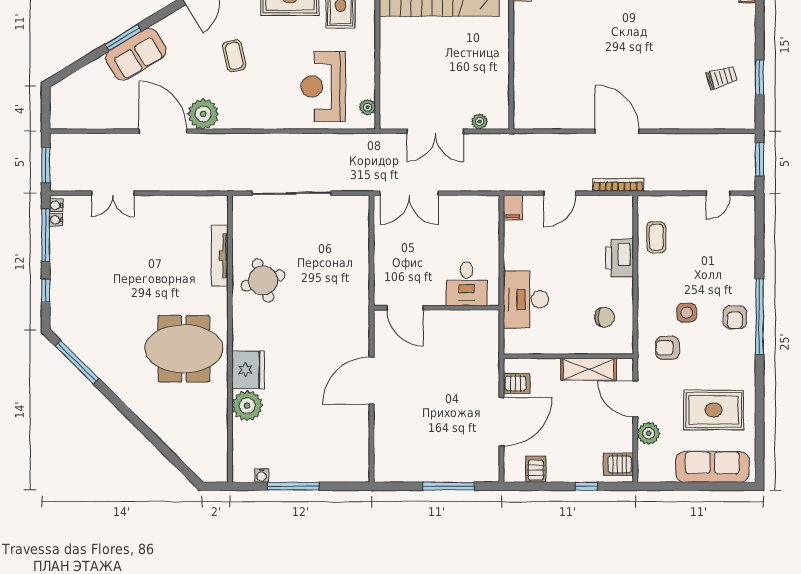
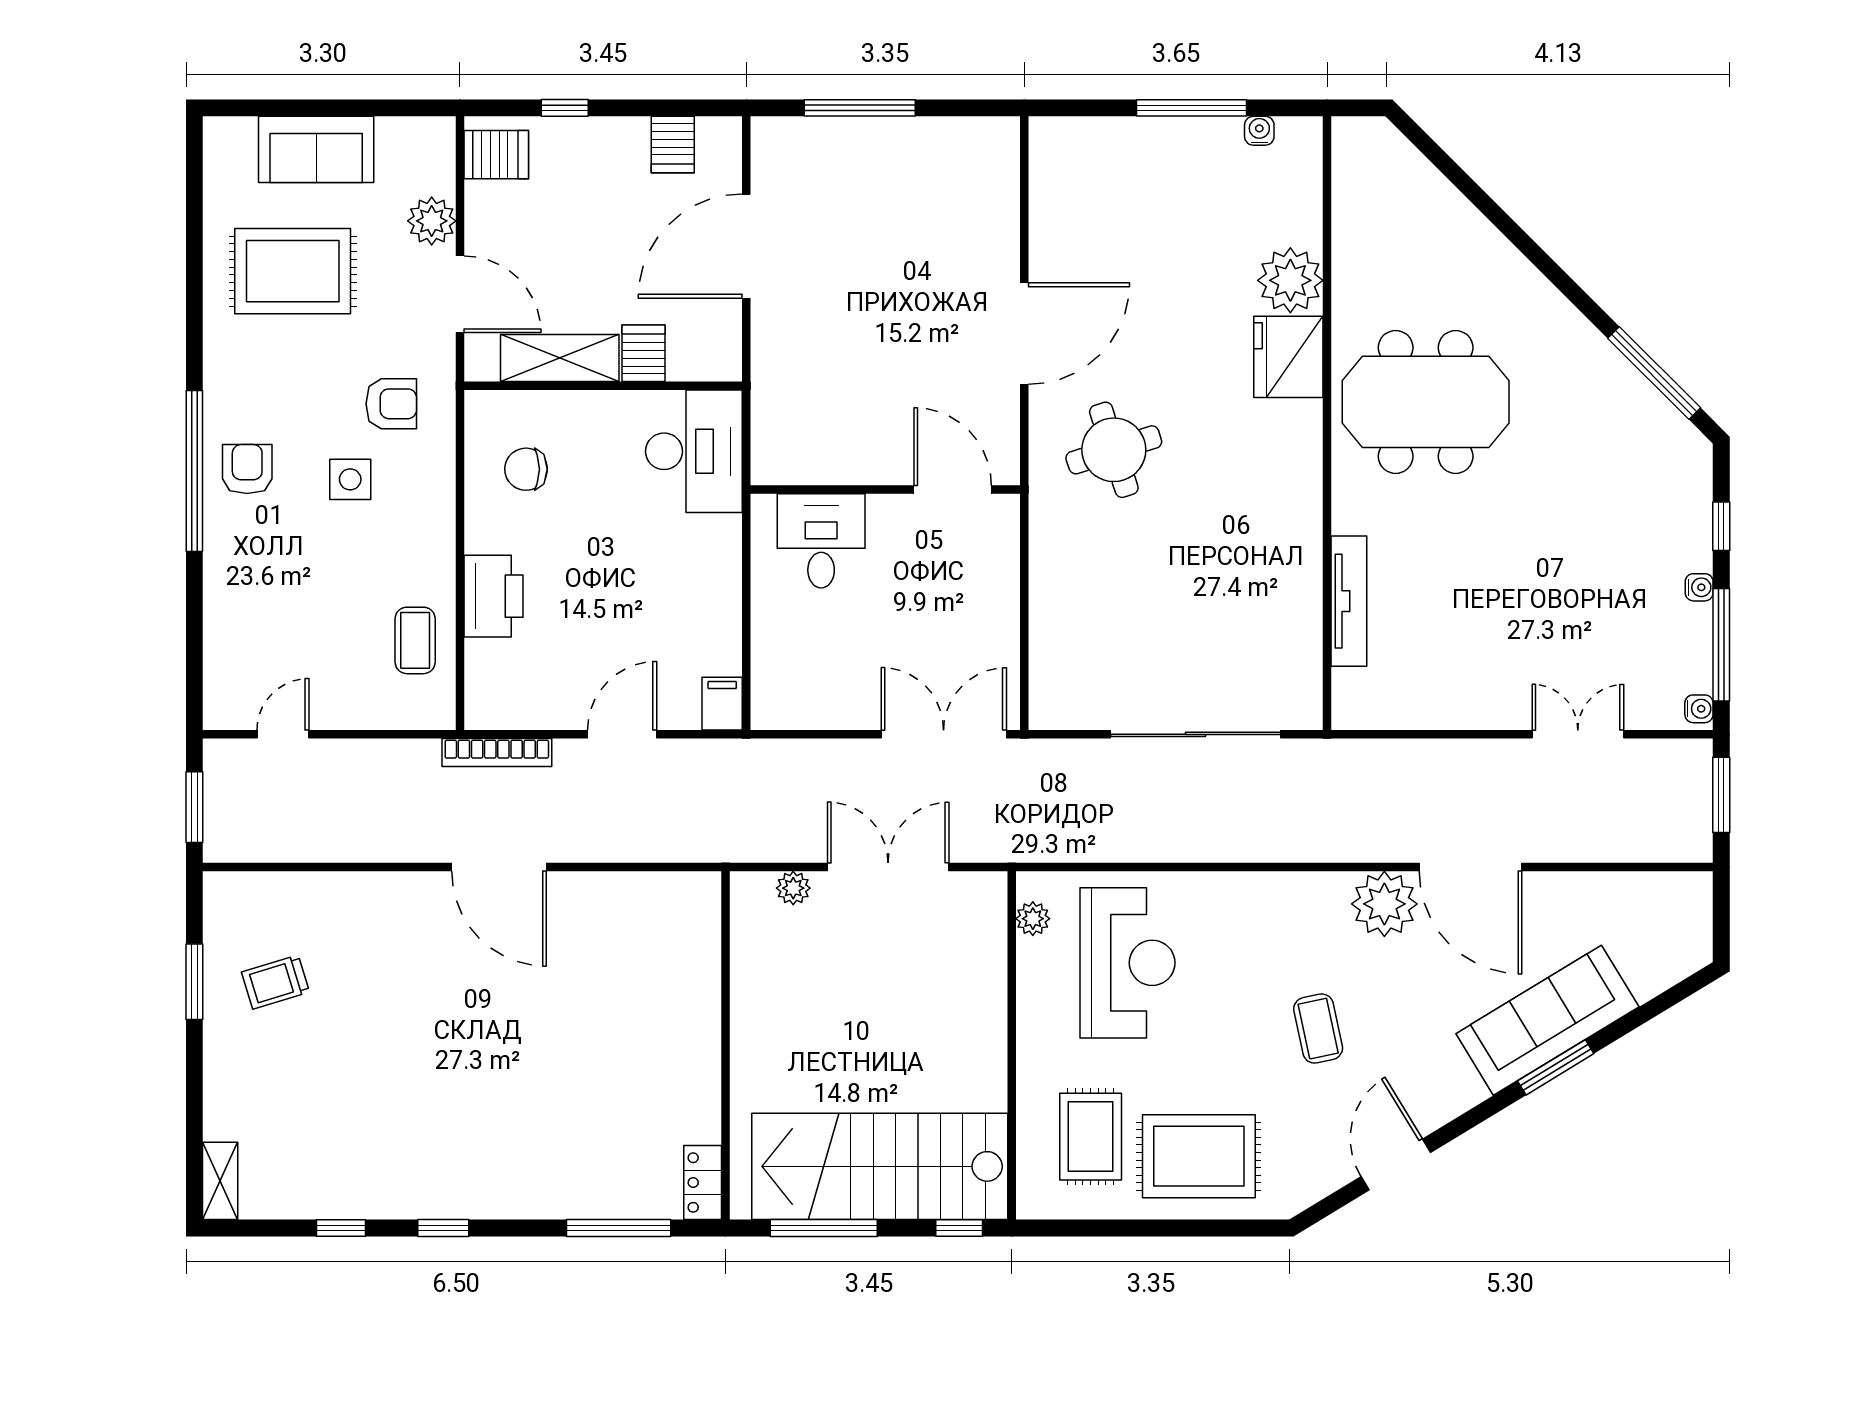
sofa: (136, 54) -> (1547, 1020), width x1.36
water cooler: (56, 220) -> (1699, 587), moved
round table: (263, 280) -> (1114, 450), moved
desk: (526, 299) -> (694, 451), moved
server rack: (517, 383) -> (644, 353), moved, turned 90
sofa: (712, 467) -> (316, 149), width x0.73

